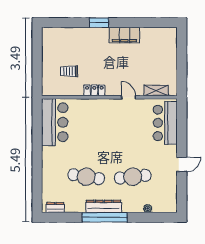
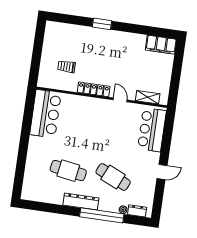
filing cabinet: (124, 35) -> (161, 45), moved
locker: (94, 90) -> (94, 89), width x1.53
cafe table: (133, 177) -> (113, 177), turned 30
dresser: (55, 208) -> (137, 211), moved
window: (105, 217) -> (102, 215), moved

